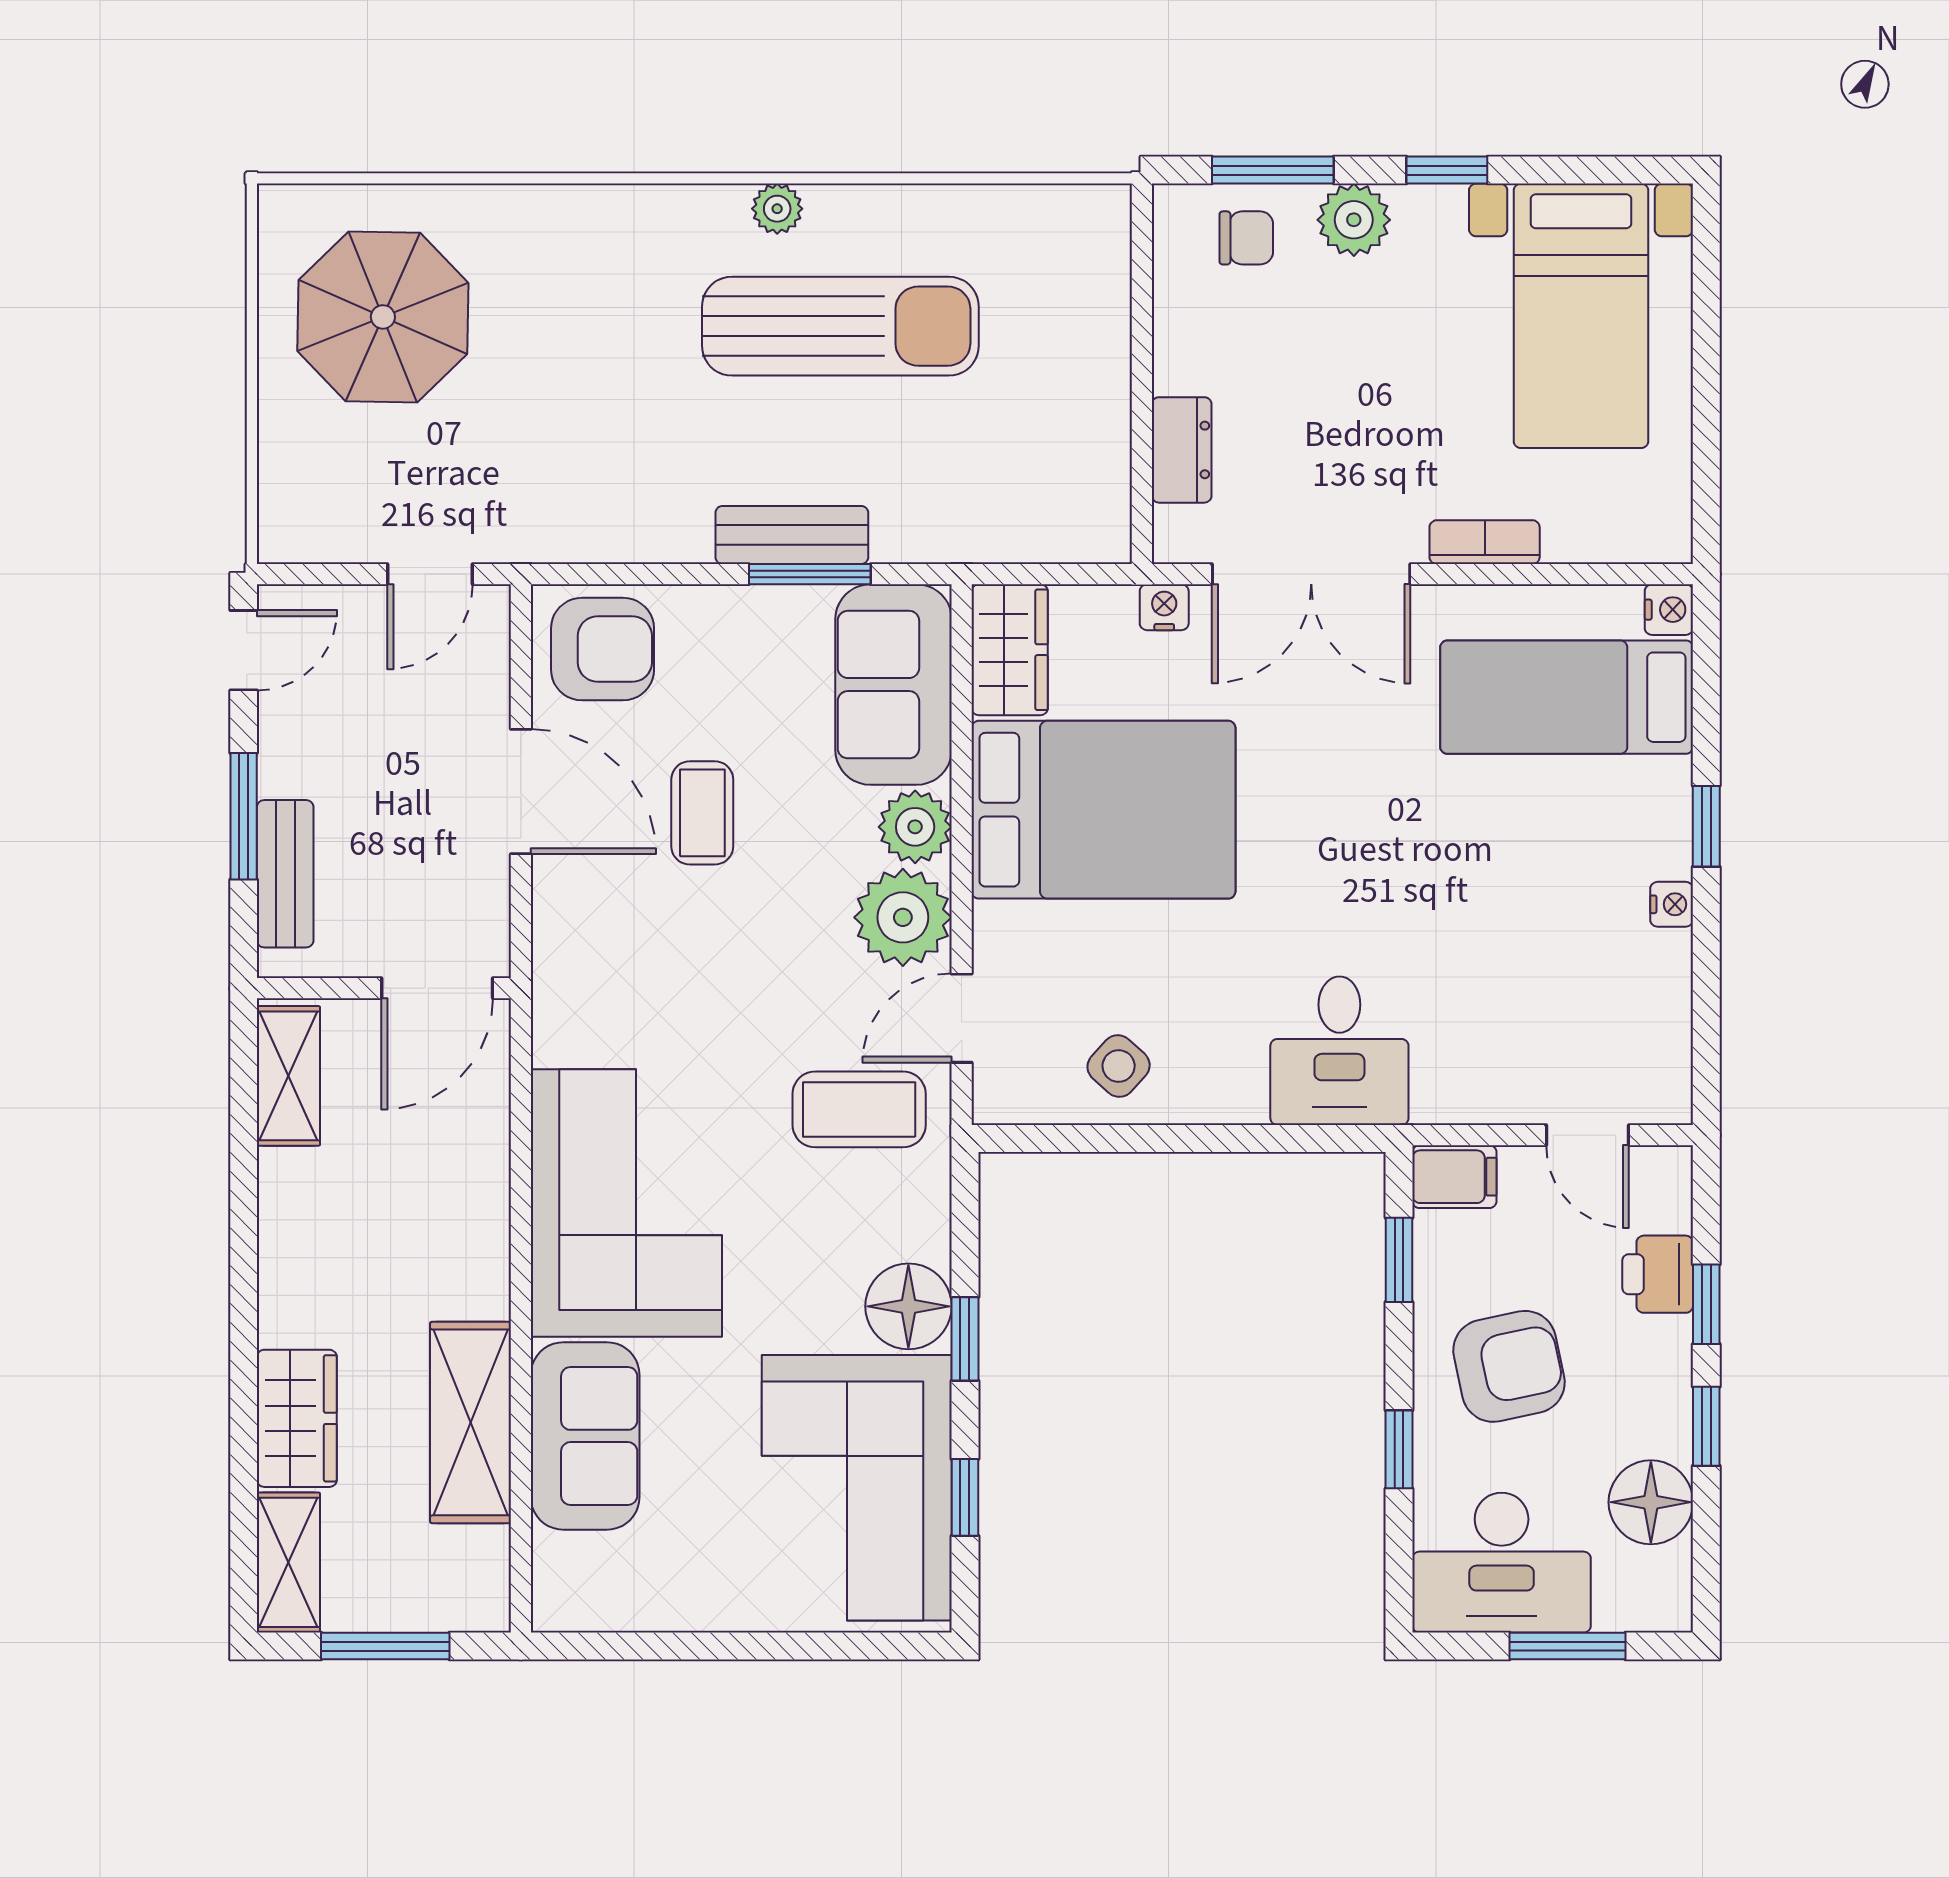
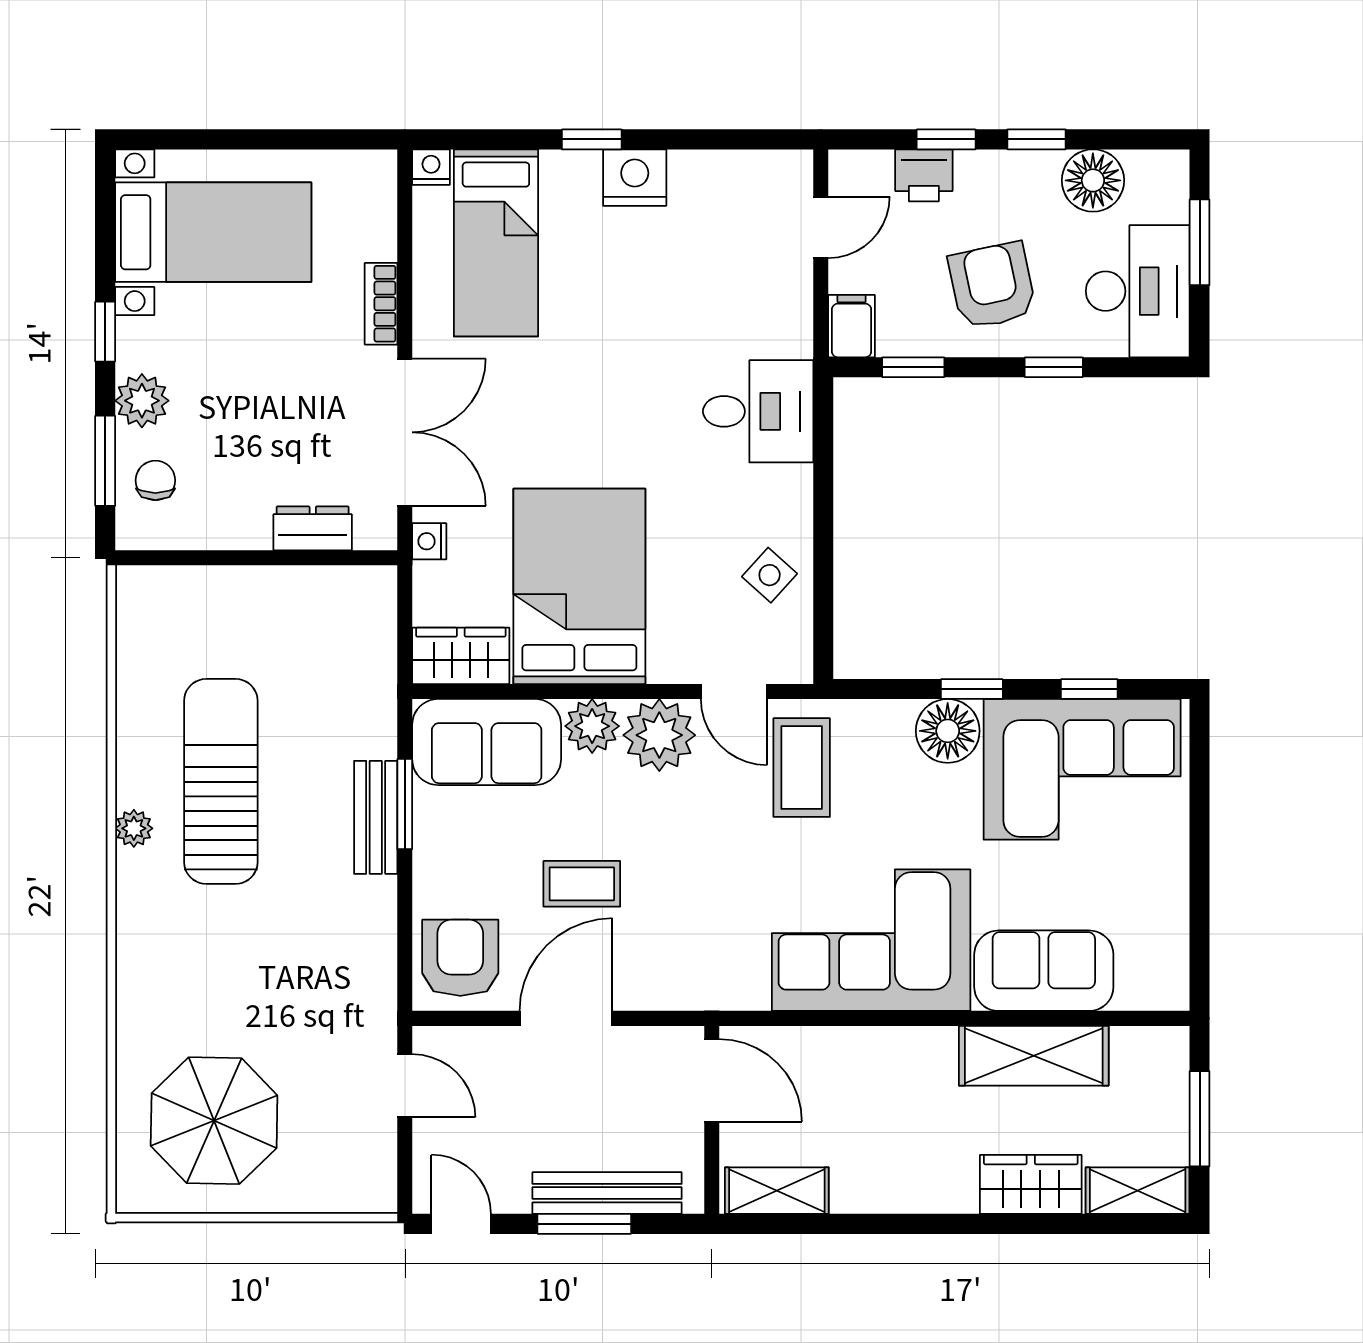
bench: (285, 874) -> (607, 1193), width x1.36
nightstand: (1672, 904) -> (635, 178), width x1.89, depth x1.79

